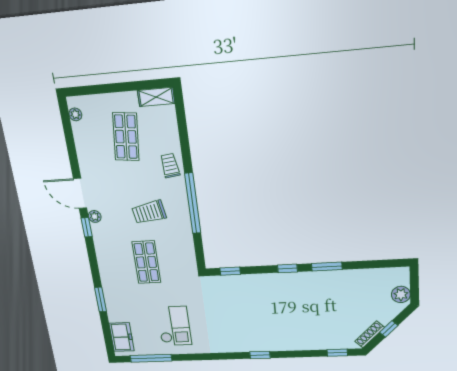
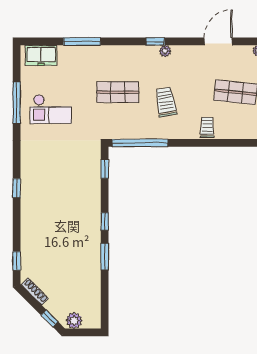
trolley: (170, 166) -> (207, 127), turned -83
door: (80, 193) -> (218, 41), moved
window: (193, 203) -> (140, 143), moved
window: (101, 299) -> (82, 41), width x1.44
window: (389, 329) -> (50, 318), moved
window: (151, 358) -> (17, 103), moved

